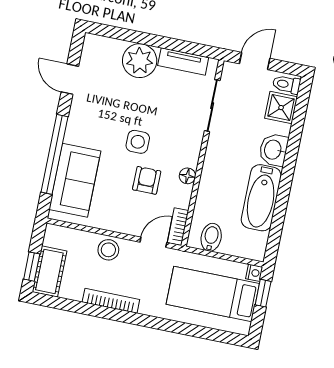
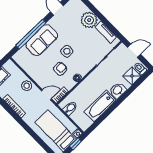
sofa: (75, 180) -> (42, 40), moved

